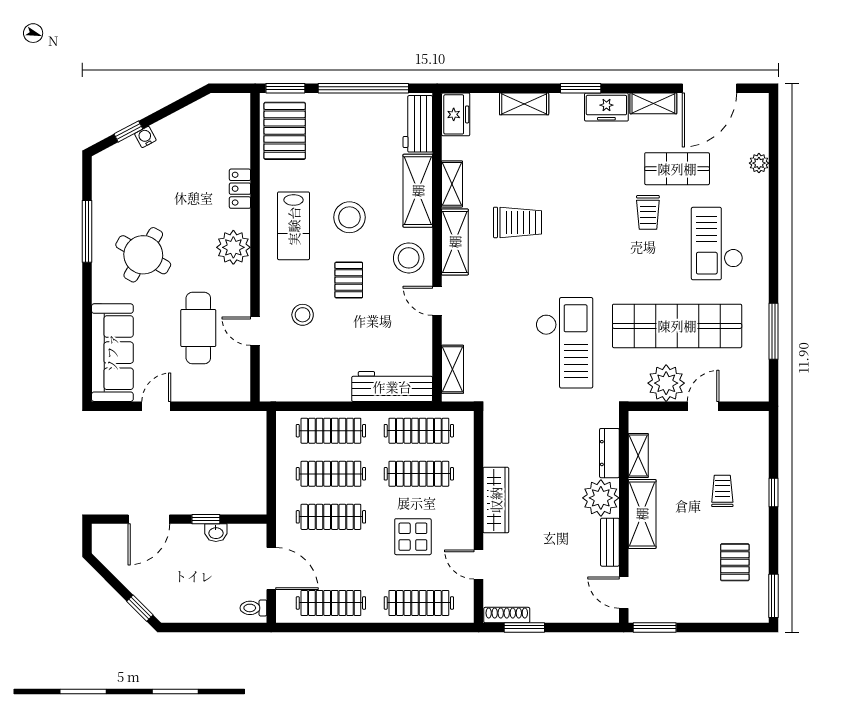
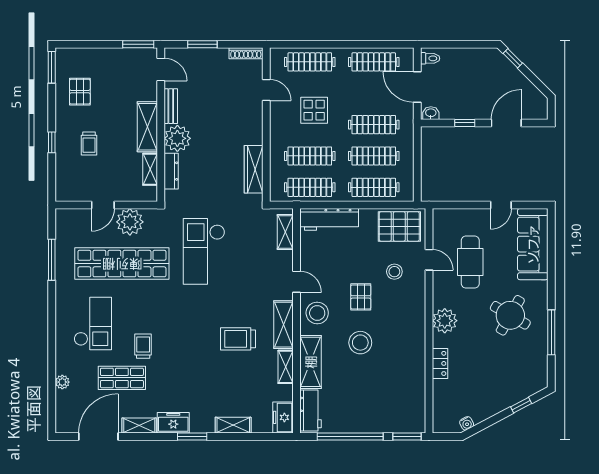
pallet: (285, 131) -> (399, 226), moved, turned 90
water cooler: (145, 137) -> (467, 423), moved
lab bench: (294, 226) -> (401, 336), removed
wardrobe: (496, 500) -> (254, 169), moved
washbasin: (216, 533) -> (431, 113), moved
window: (524, 627) -> (202, 44), moved

